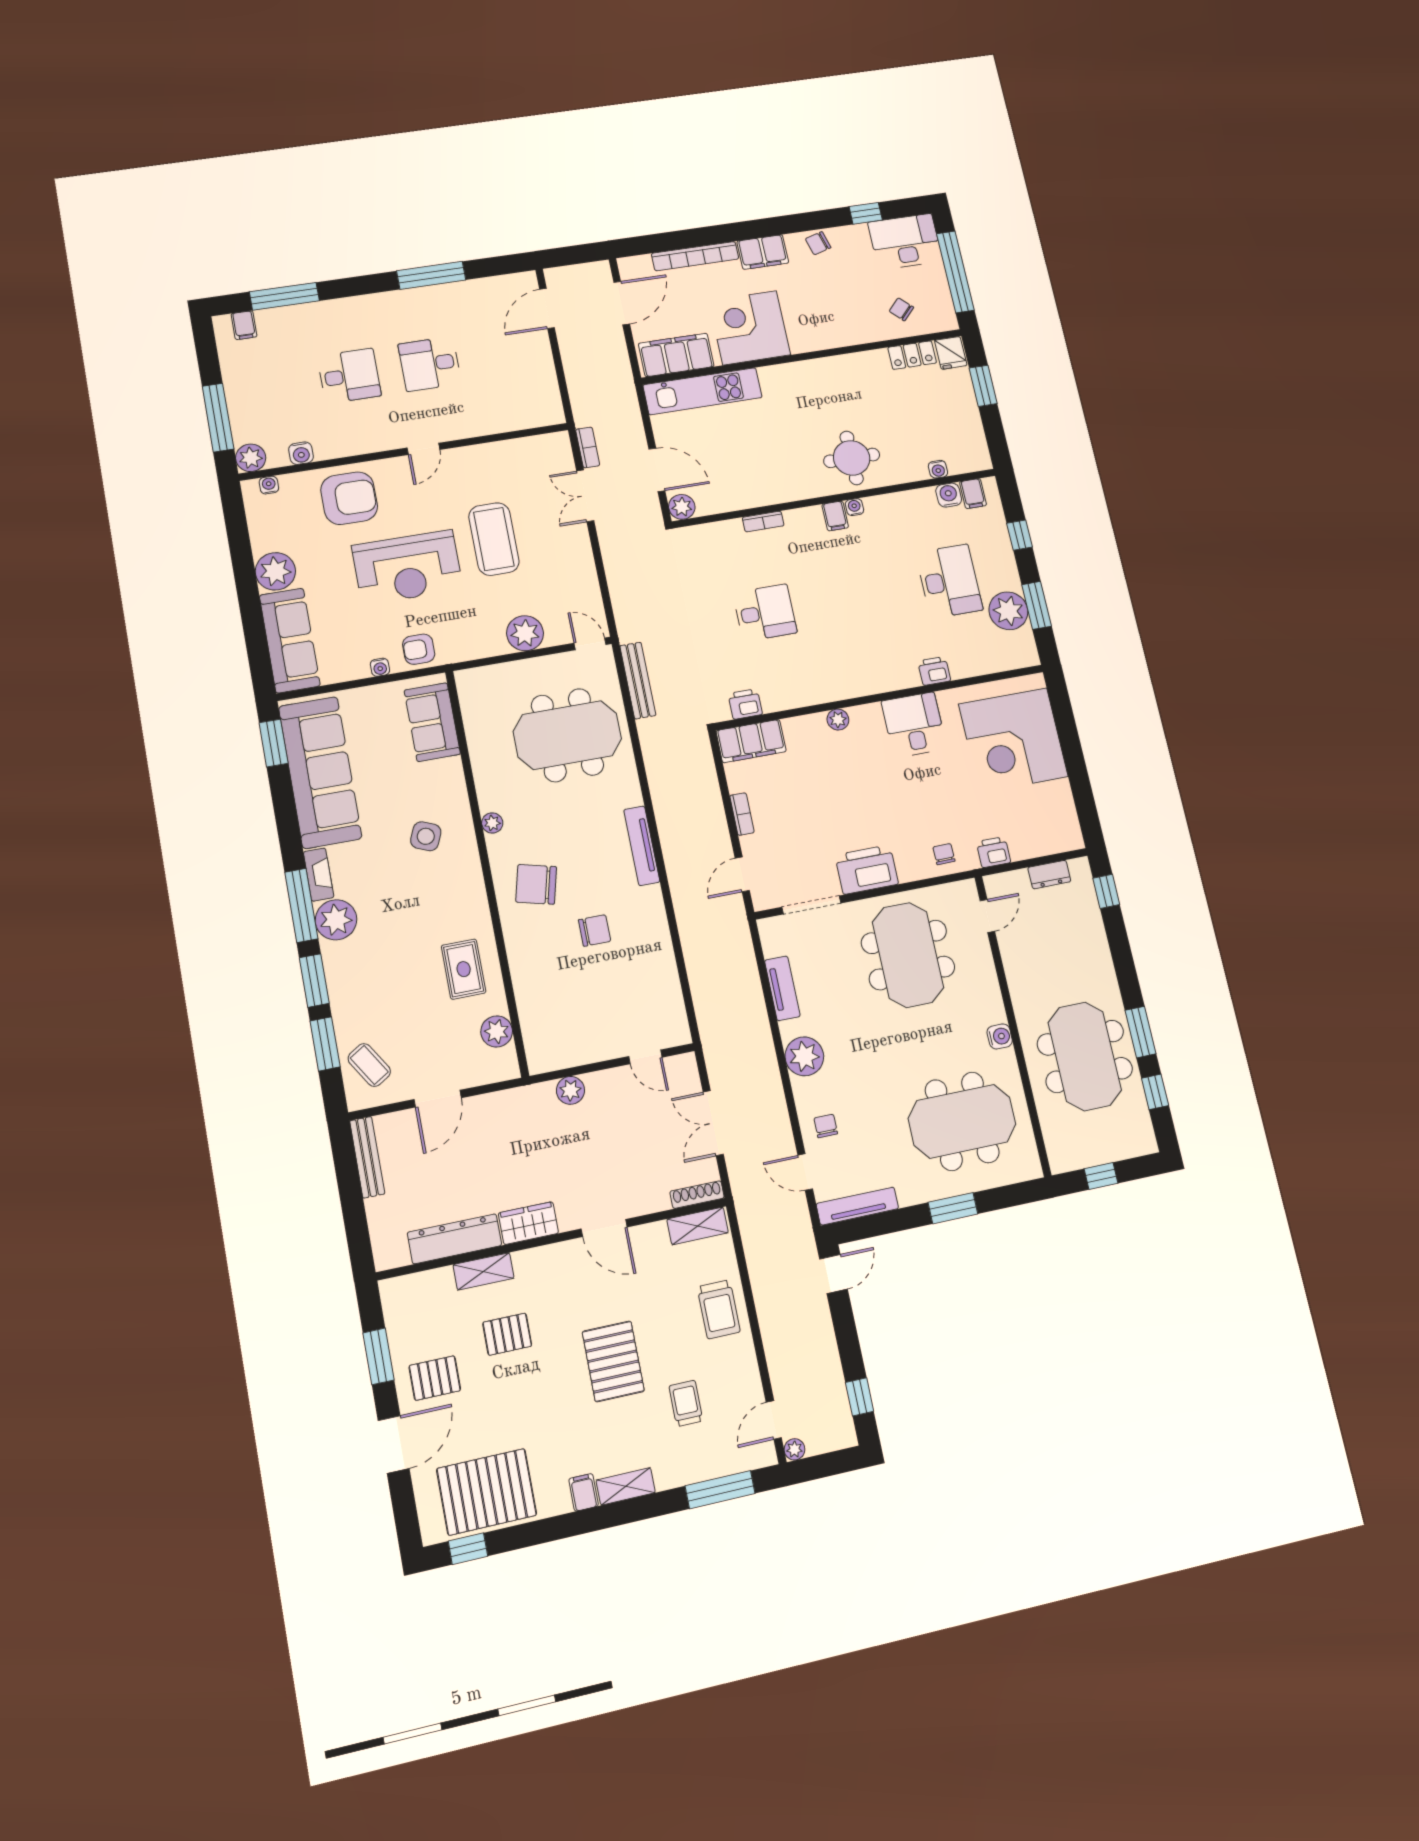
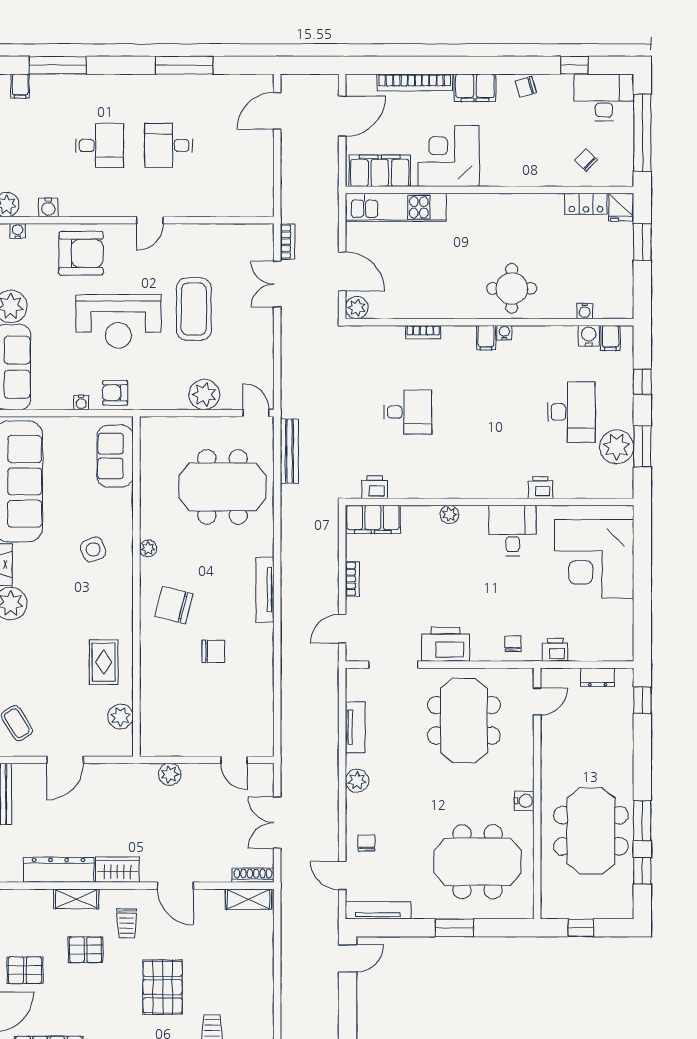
side table: (426, 836) -> (93, 549), turned 45
plant: (804, 1056) -> (357, 781), width x0.73, depth x0.73
trolley: (719, 1309) -> (127, 924), moved, width x0.73, depth x0.72

